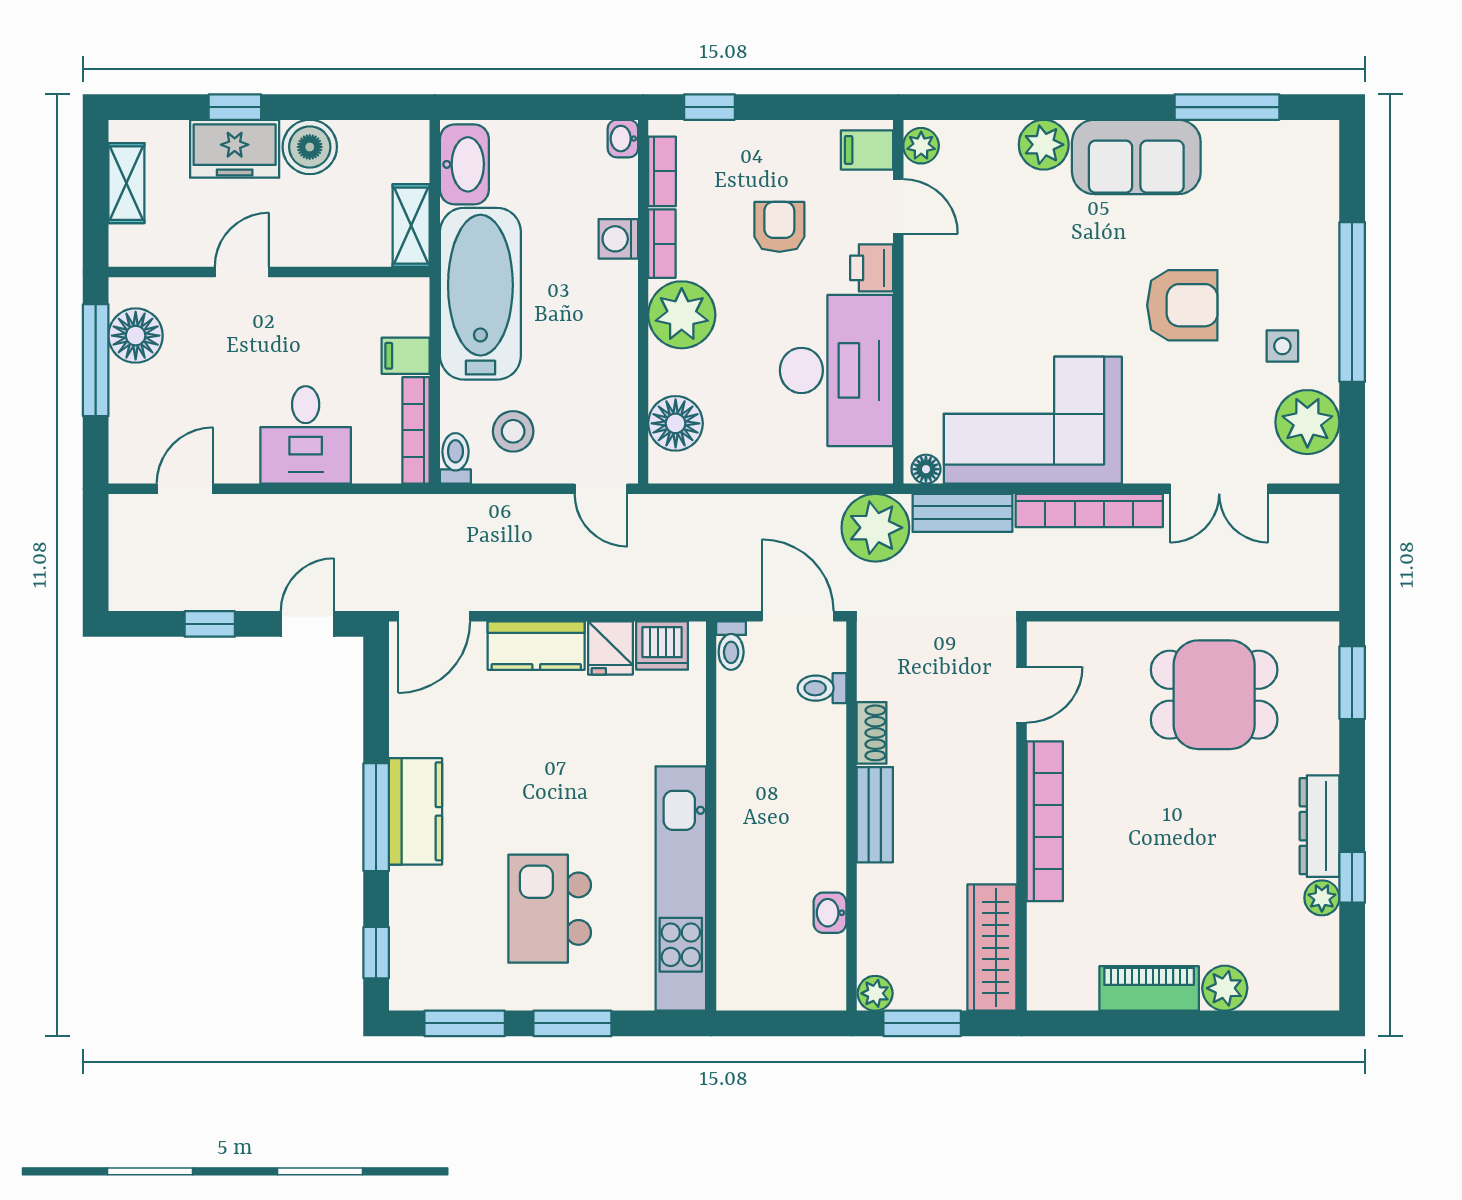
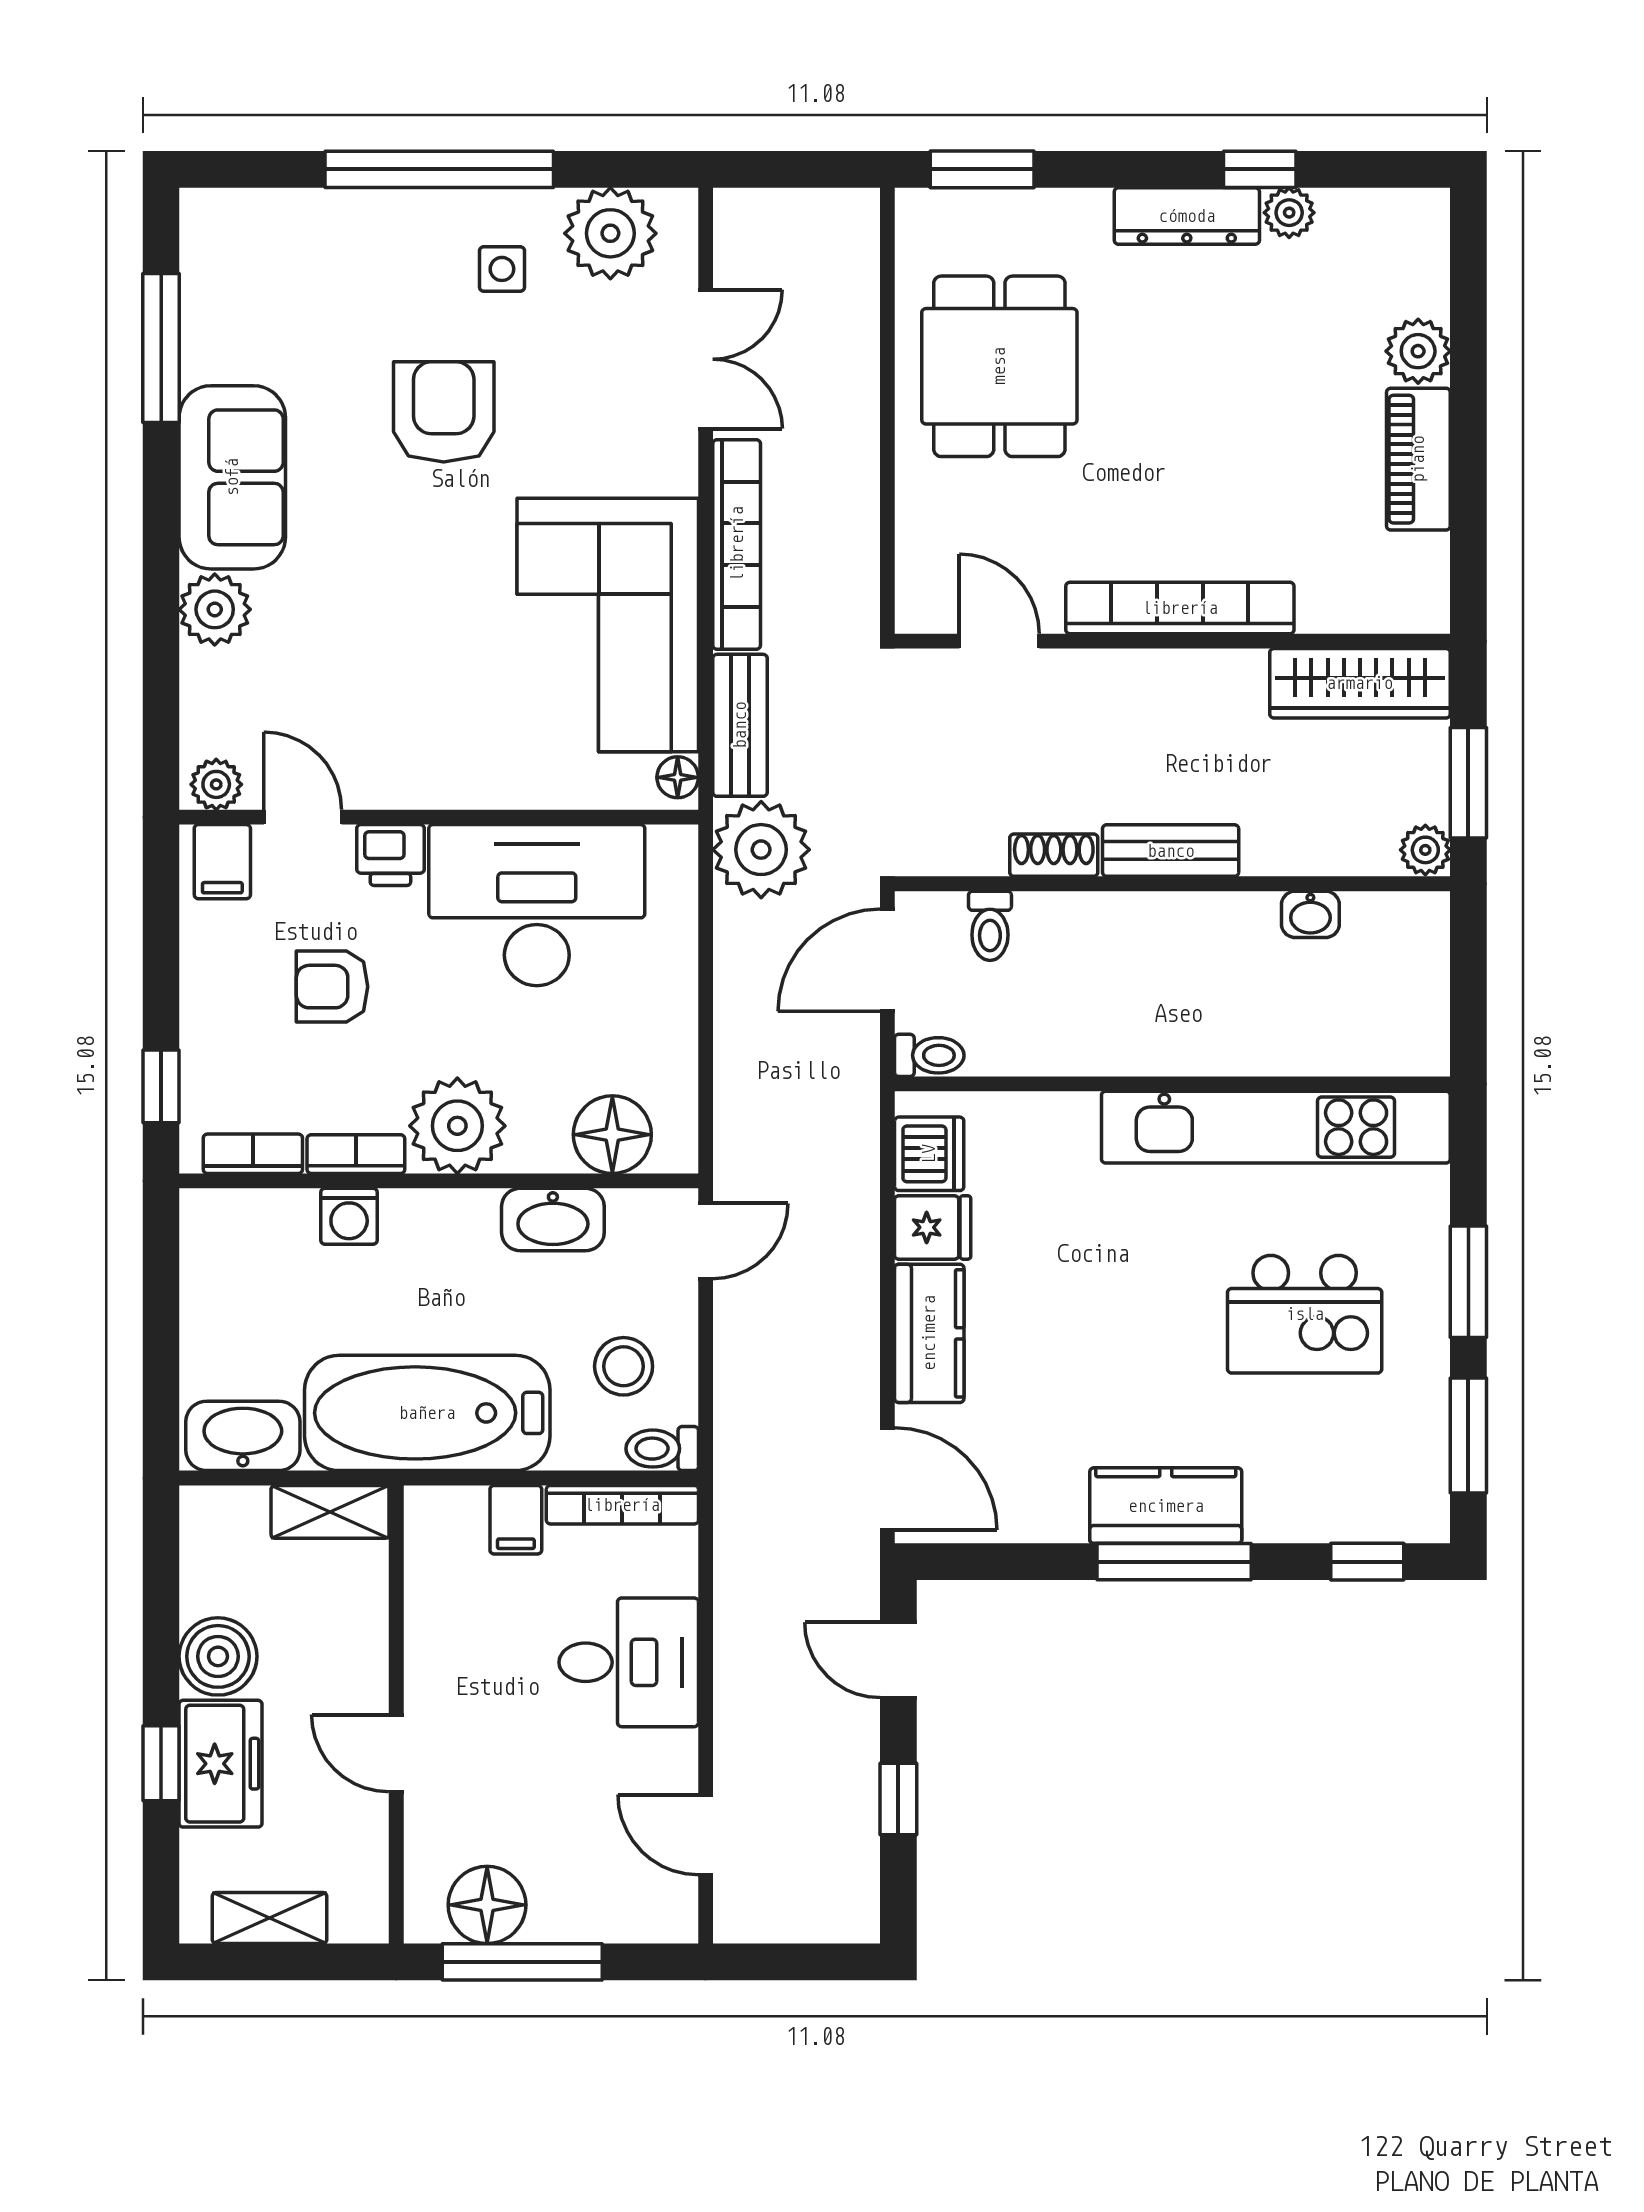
washbasin: (623, 139) -> (553, 1220), moved, width x1.91, depth x1.45
door: (898, 206) -> (303, 817), hinge flipped

